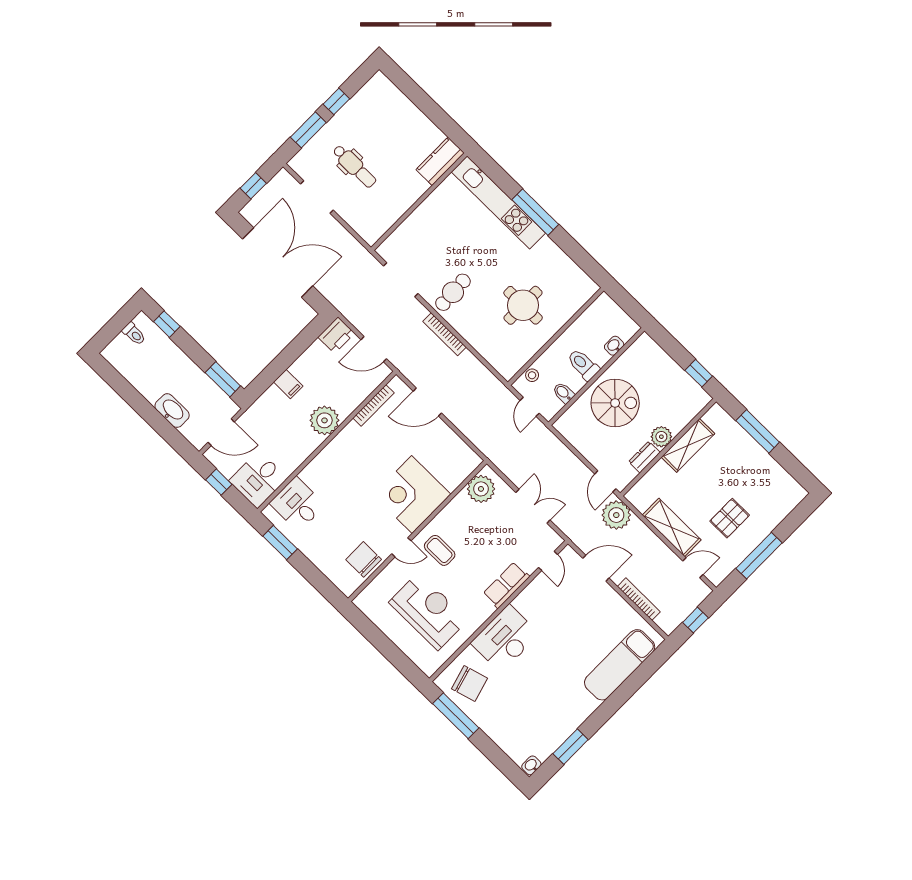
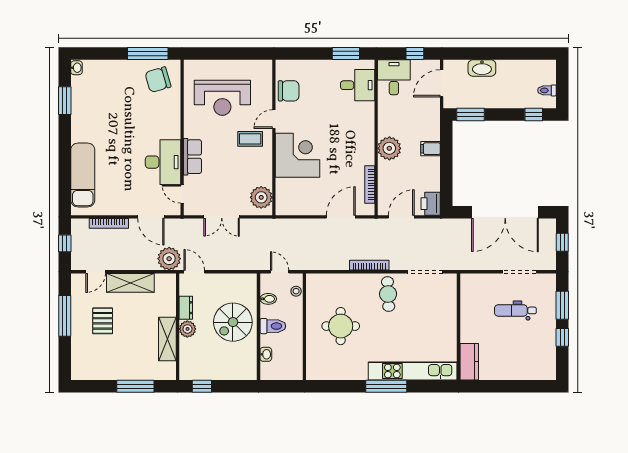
door: (596, 568) -> (151, 217), hinge flipped
desk: (505, 639) -> (163, 162), moved

